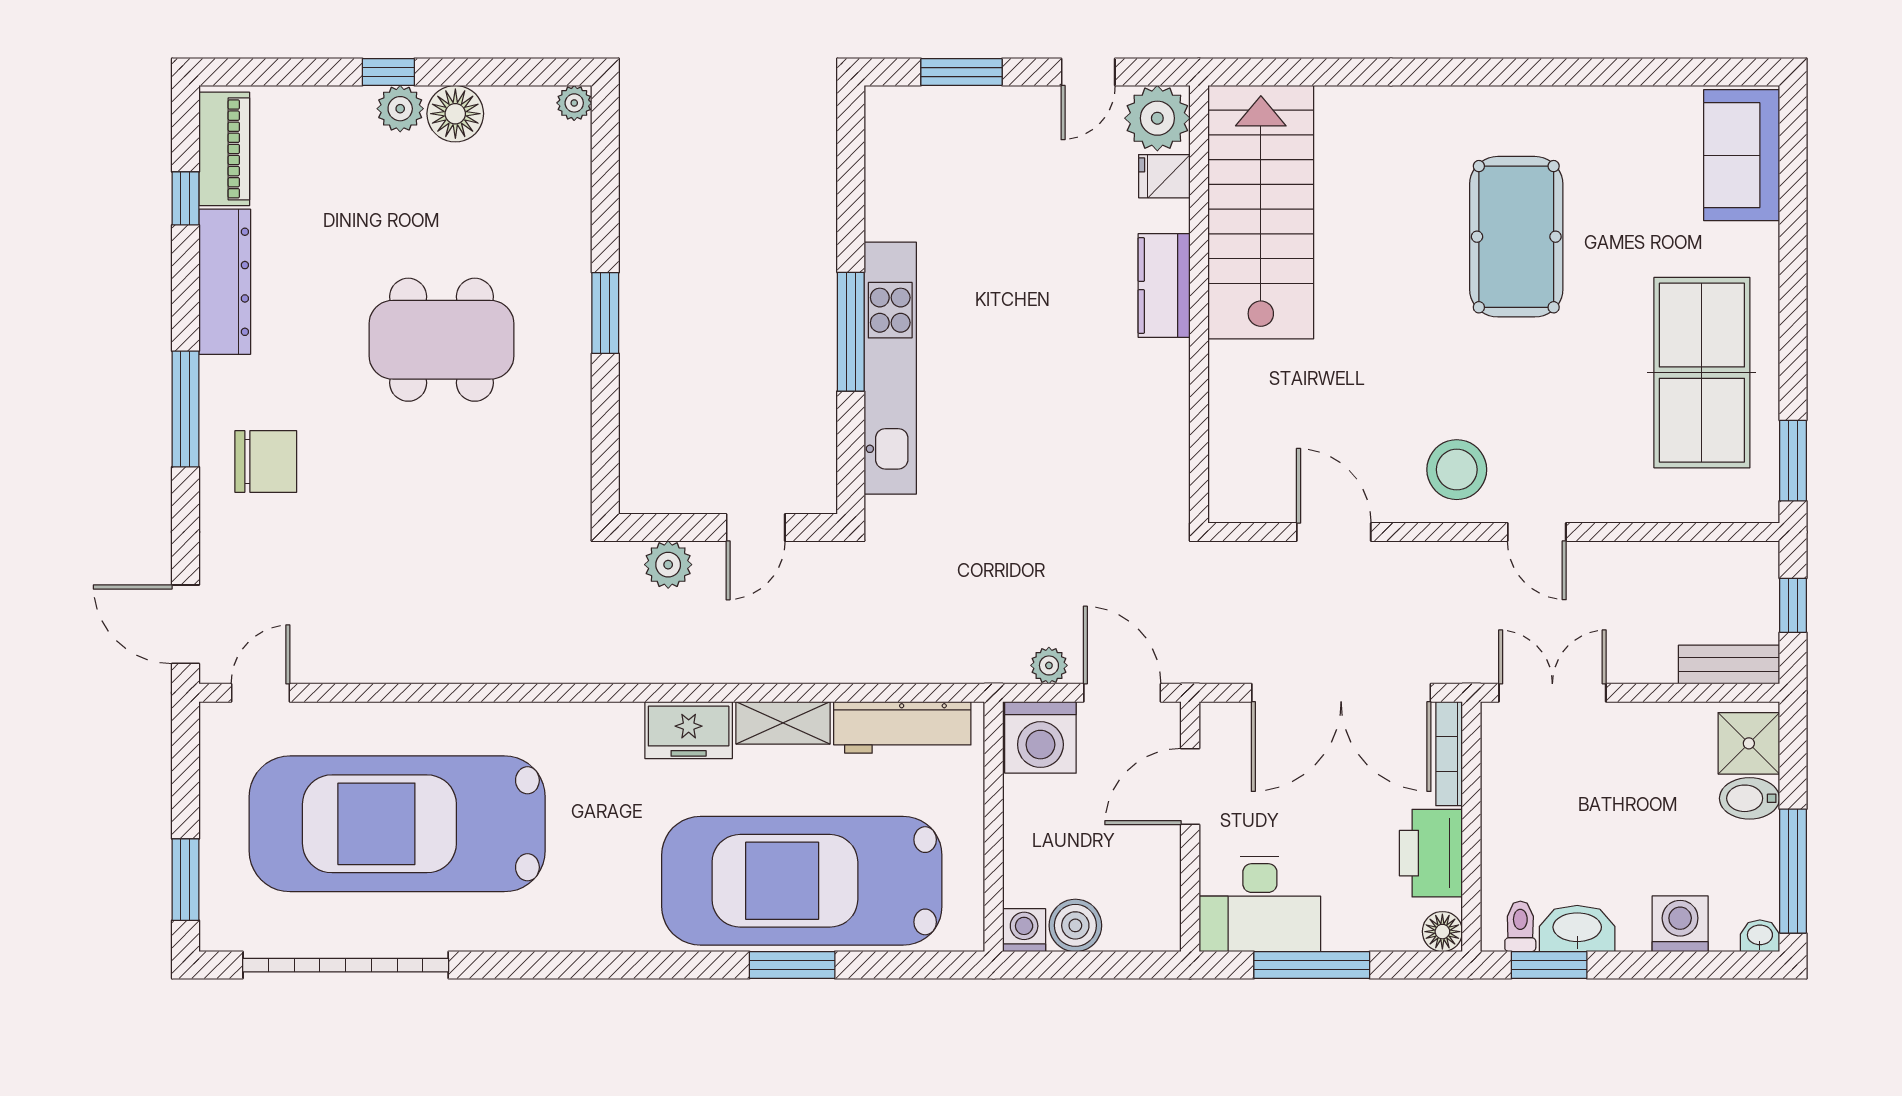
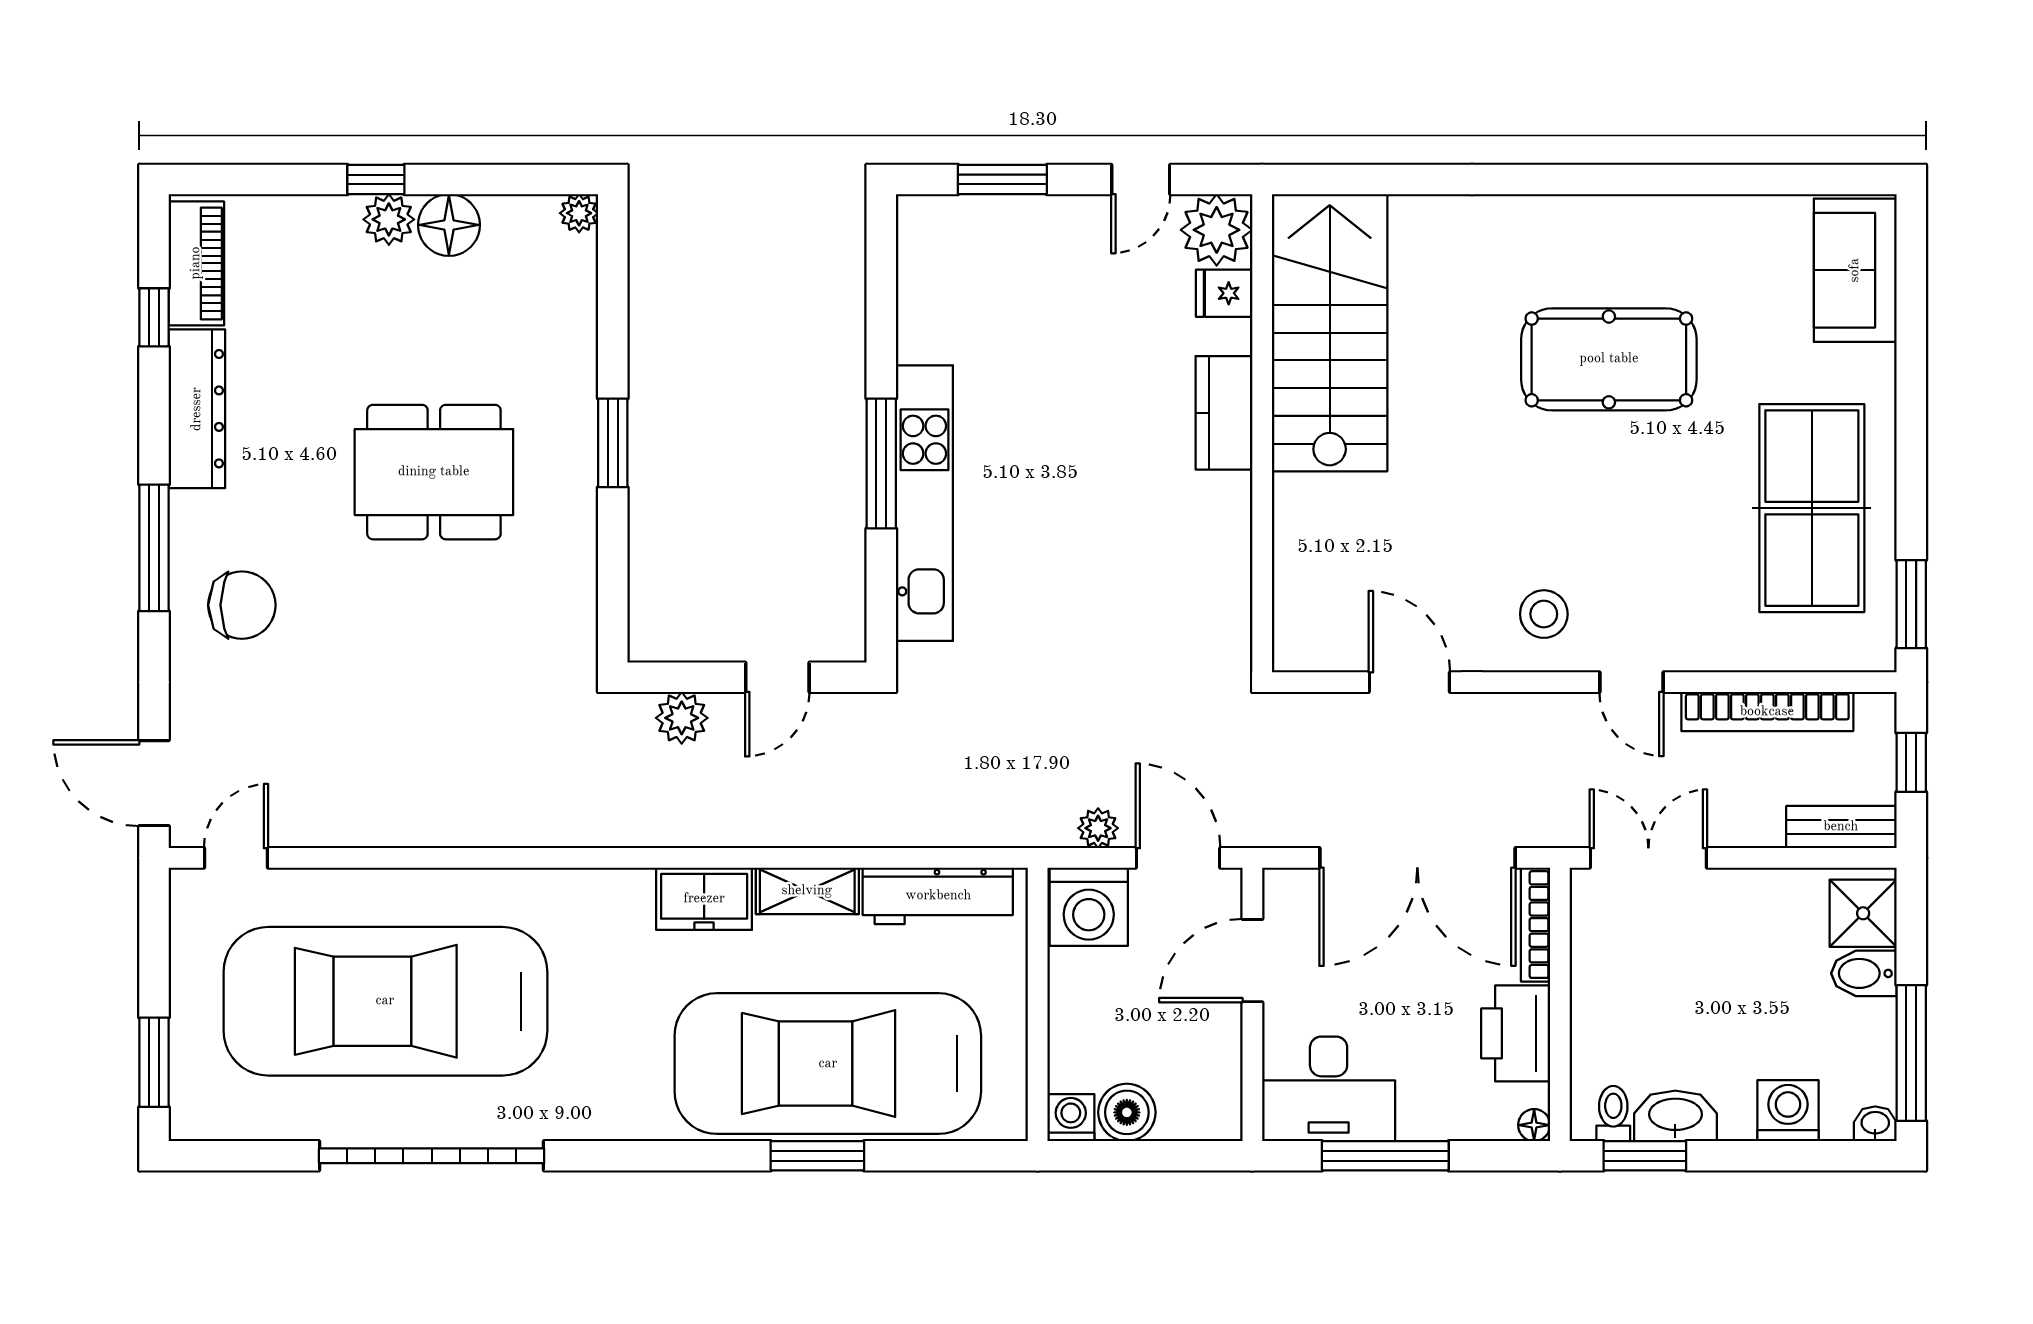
pool table: (1516, 237) -> (1609, 359), turned 90
stool: (1457, 470) -> (1544, 614), width x0.73, depth x0.73
bookcase: (1661, 559) -> (1767, 712), added
floor lamp: (1442, 932) -> (1534, 1125), width x0.73, depth x0.73
garage door: (346, 965) -> (432, 1156), moved

